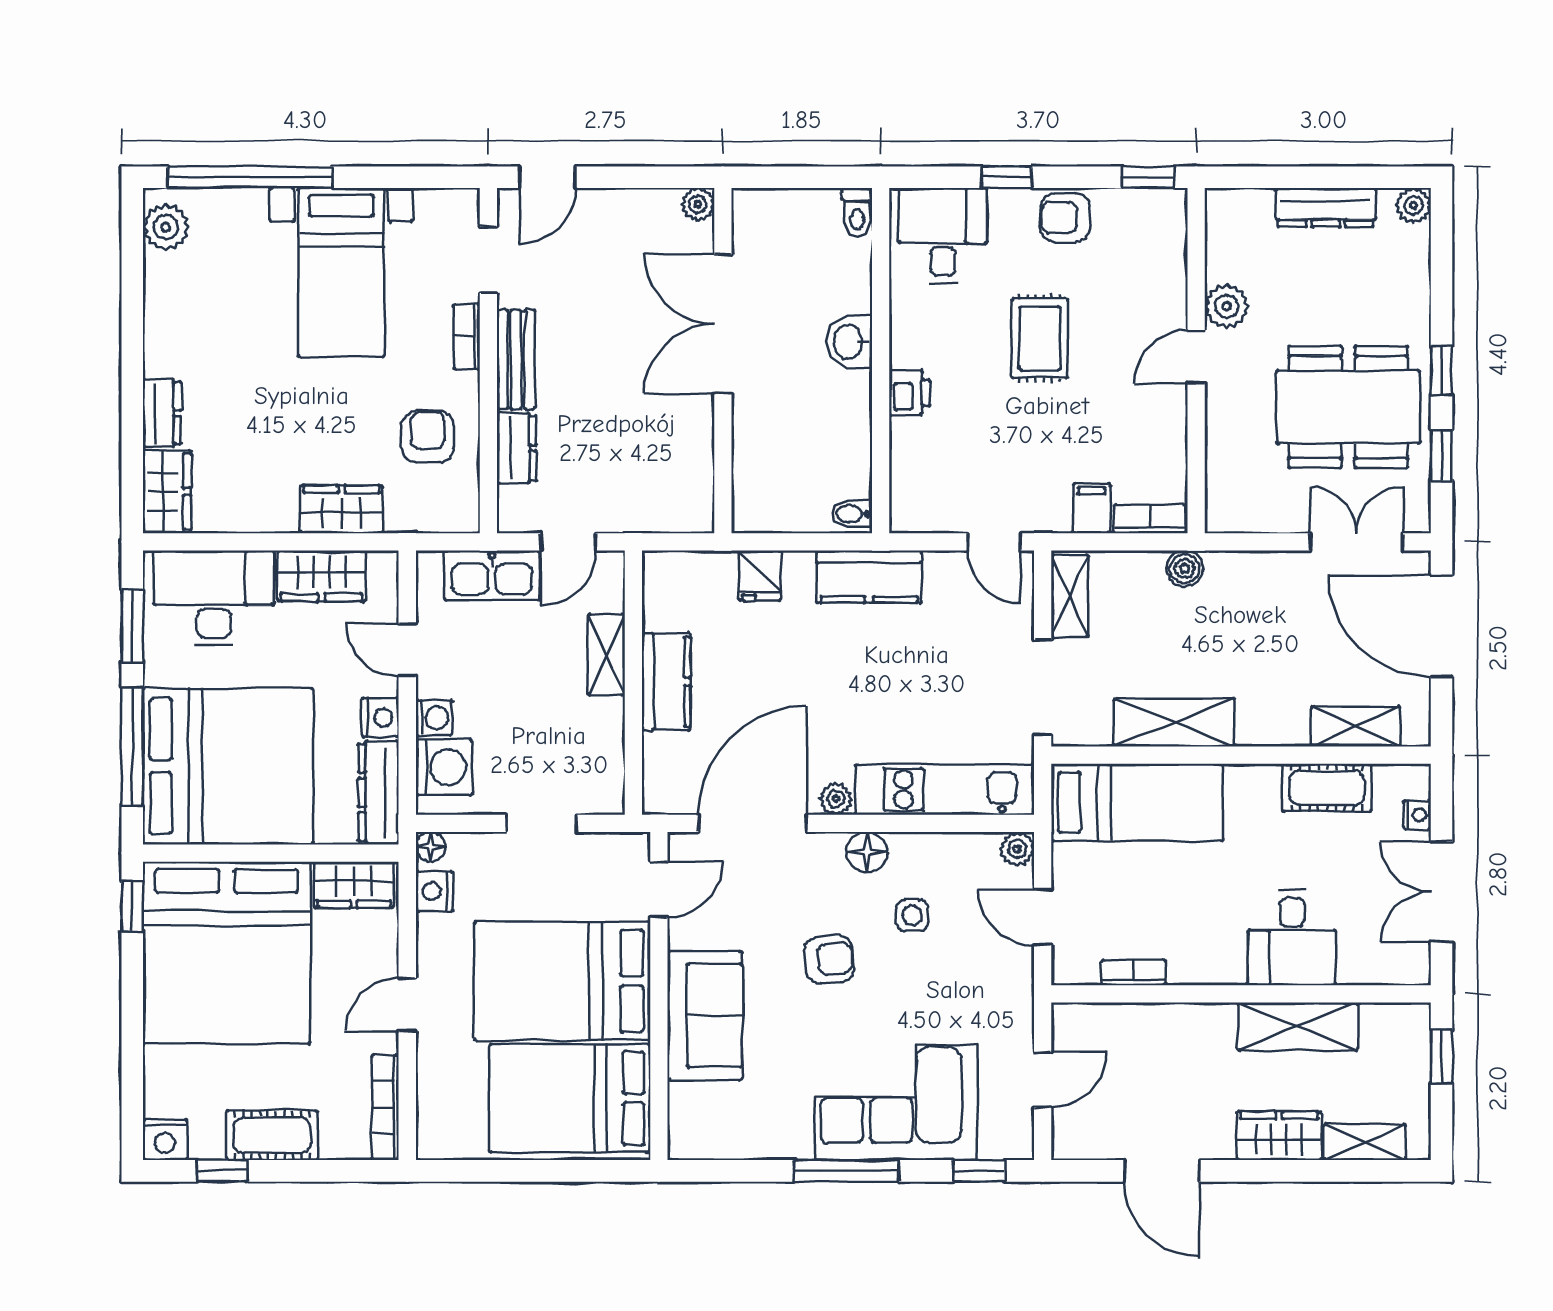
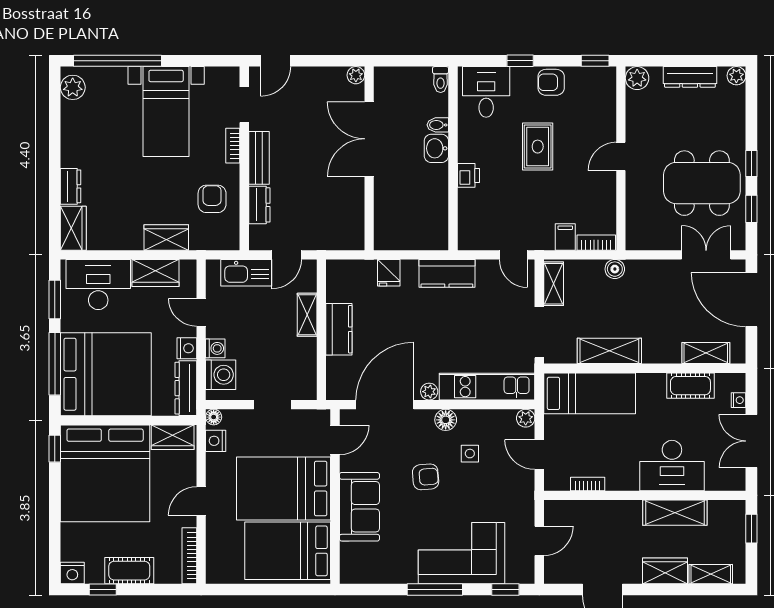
plant: (1227, 306) -> (637, 78), moved
bidet: (852, 514) -> (438, 125), moved
desk: (1292, 938) -> (672, 466), width x1.37

